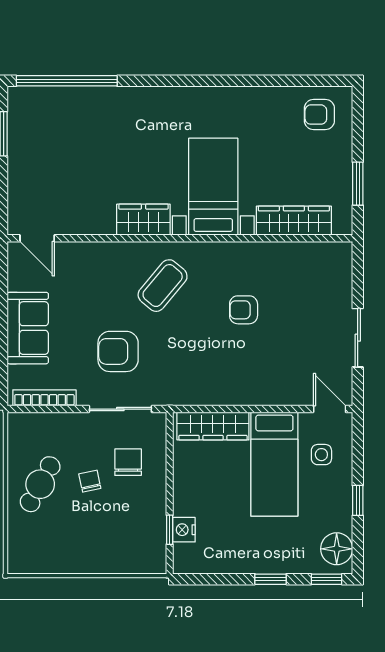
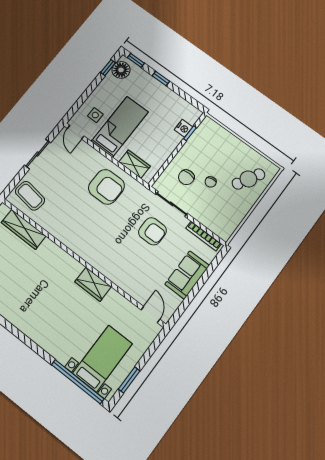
bed with nightstands: (213, 187) -> (103, 358), moved, turned 180
coffee table: (163, 286) -> (30, 196), moved, turned 58
armchair: (244, 310) -> (106, 187), moved, width x1.88, depth x1.88
wardrobe: (213, 426) -> (135, 164), width x0.67
cafe table: (40, 484) -> (248, 179), moved
window: (358, 500) -> (108, 68), moved

